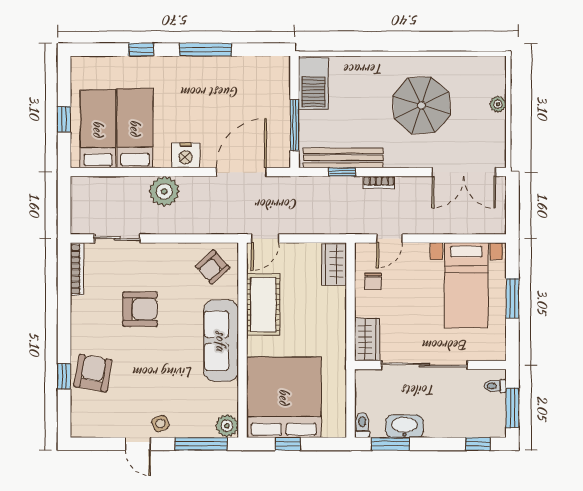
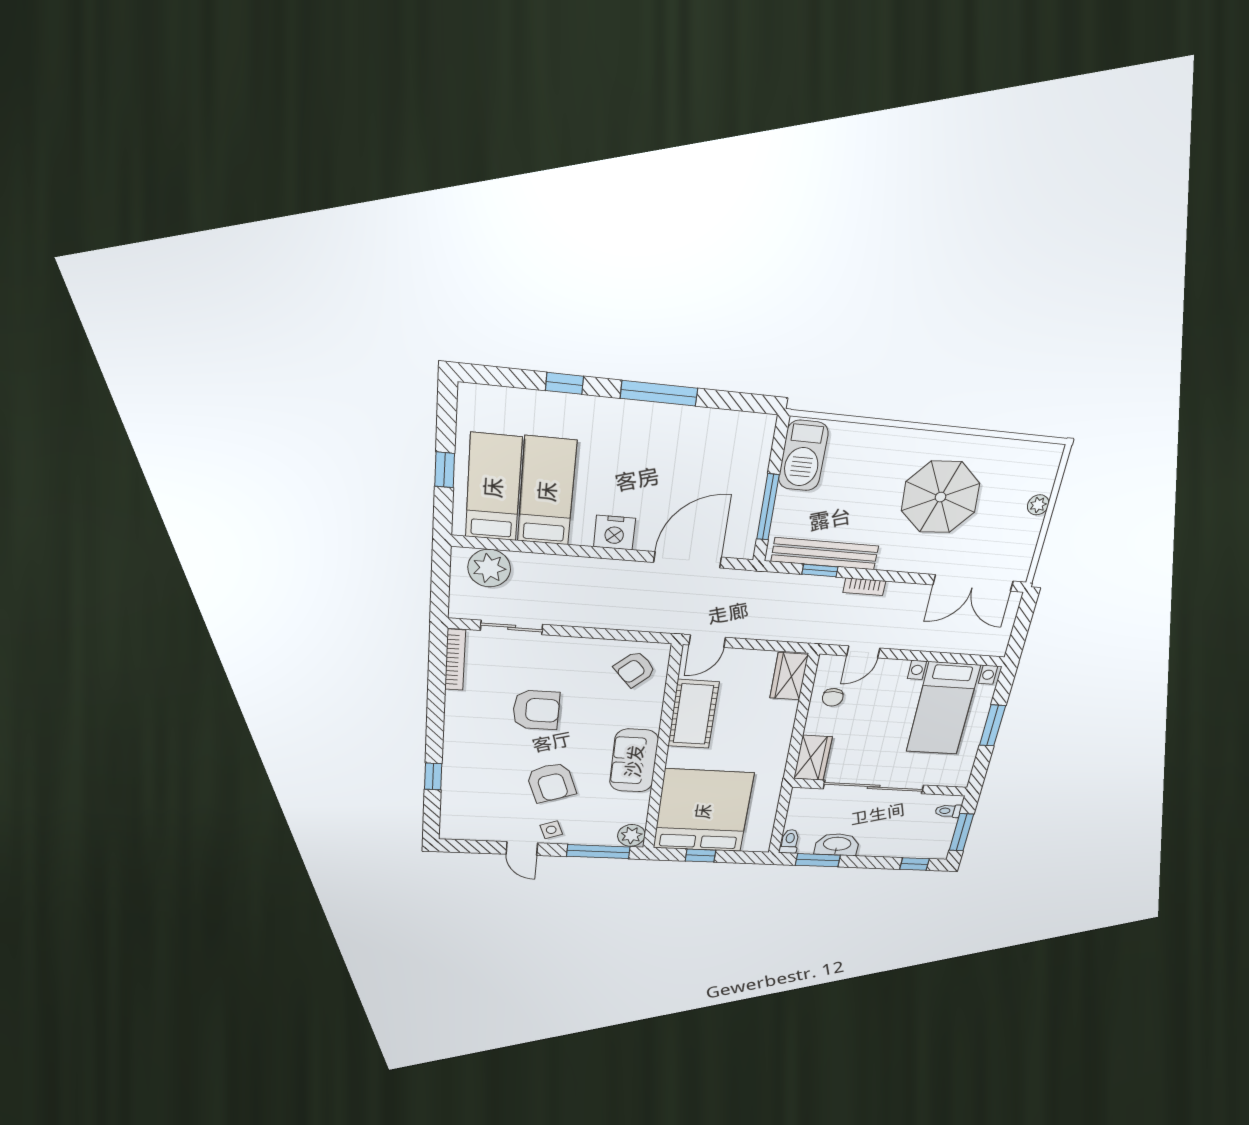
plant: (164, 191) -> (489, 568), moved
sofa: (221, 341) -> (634, 761), width x0.73
armchair: (93, 373) -> (551, 782), moved, turned 150

